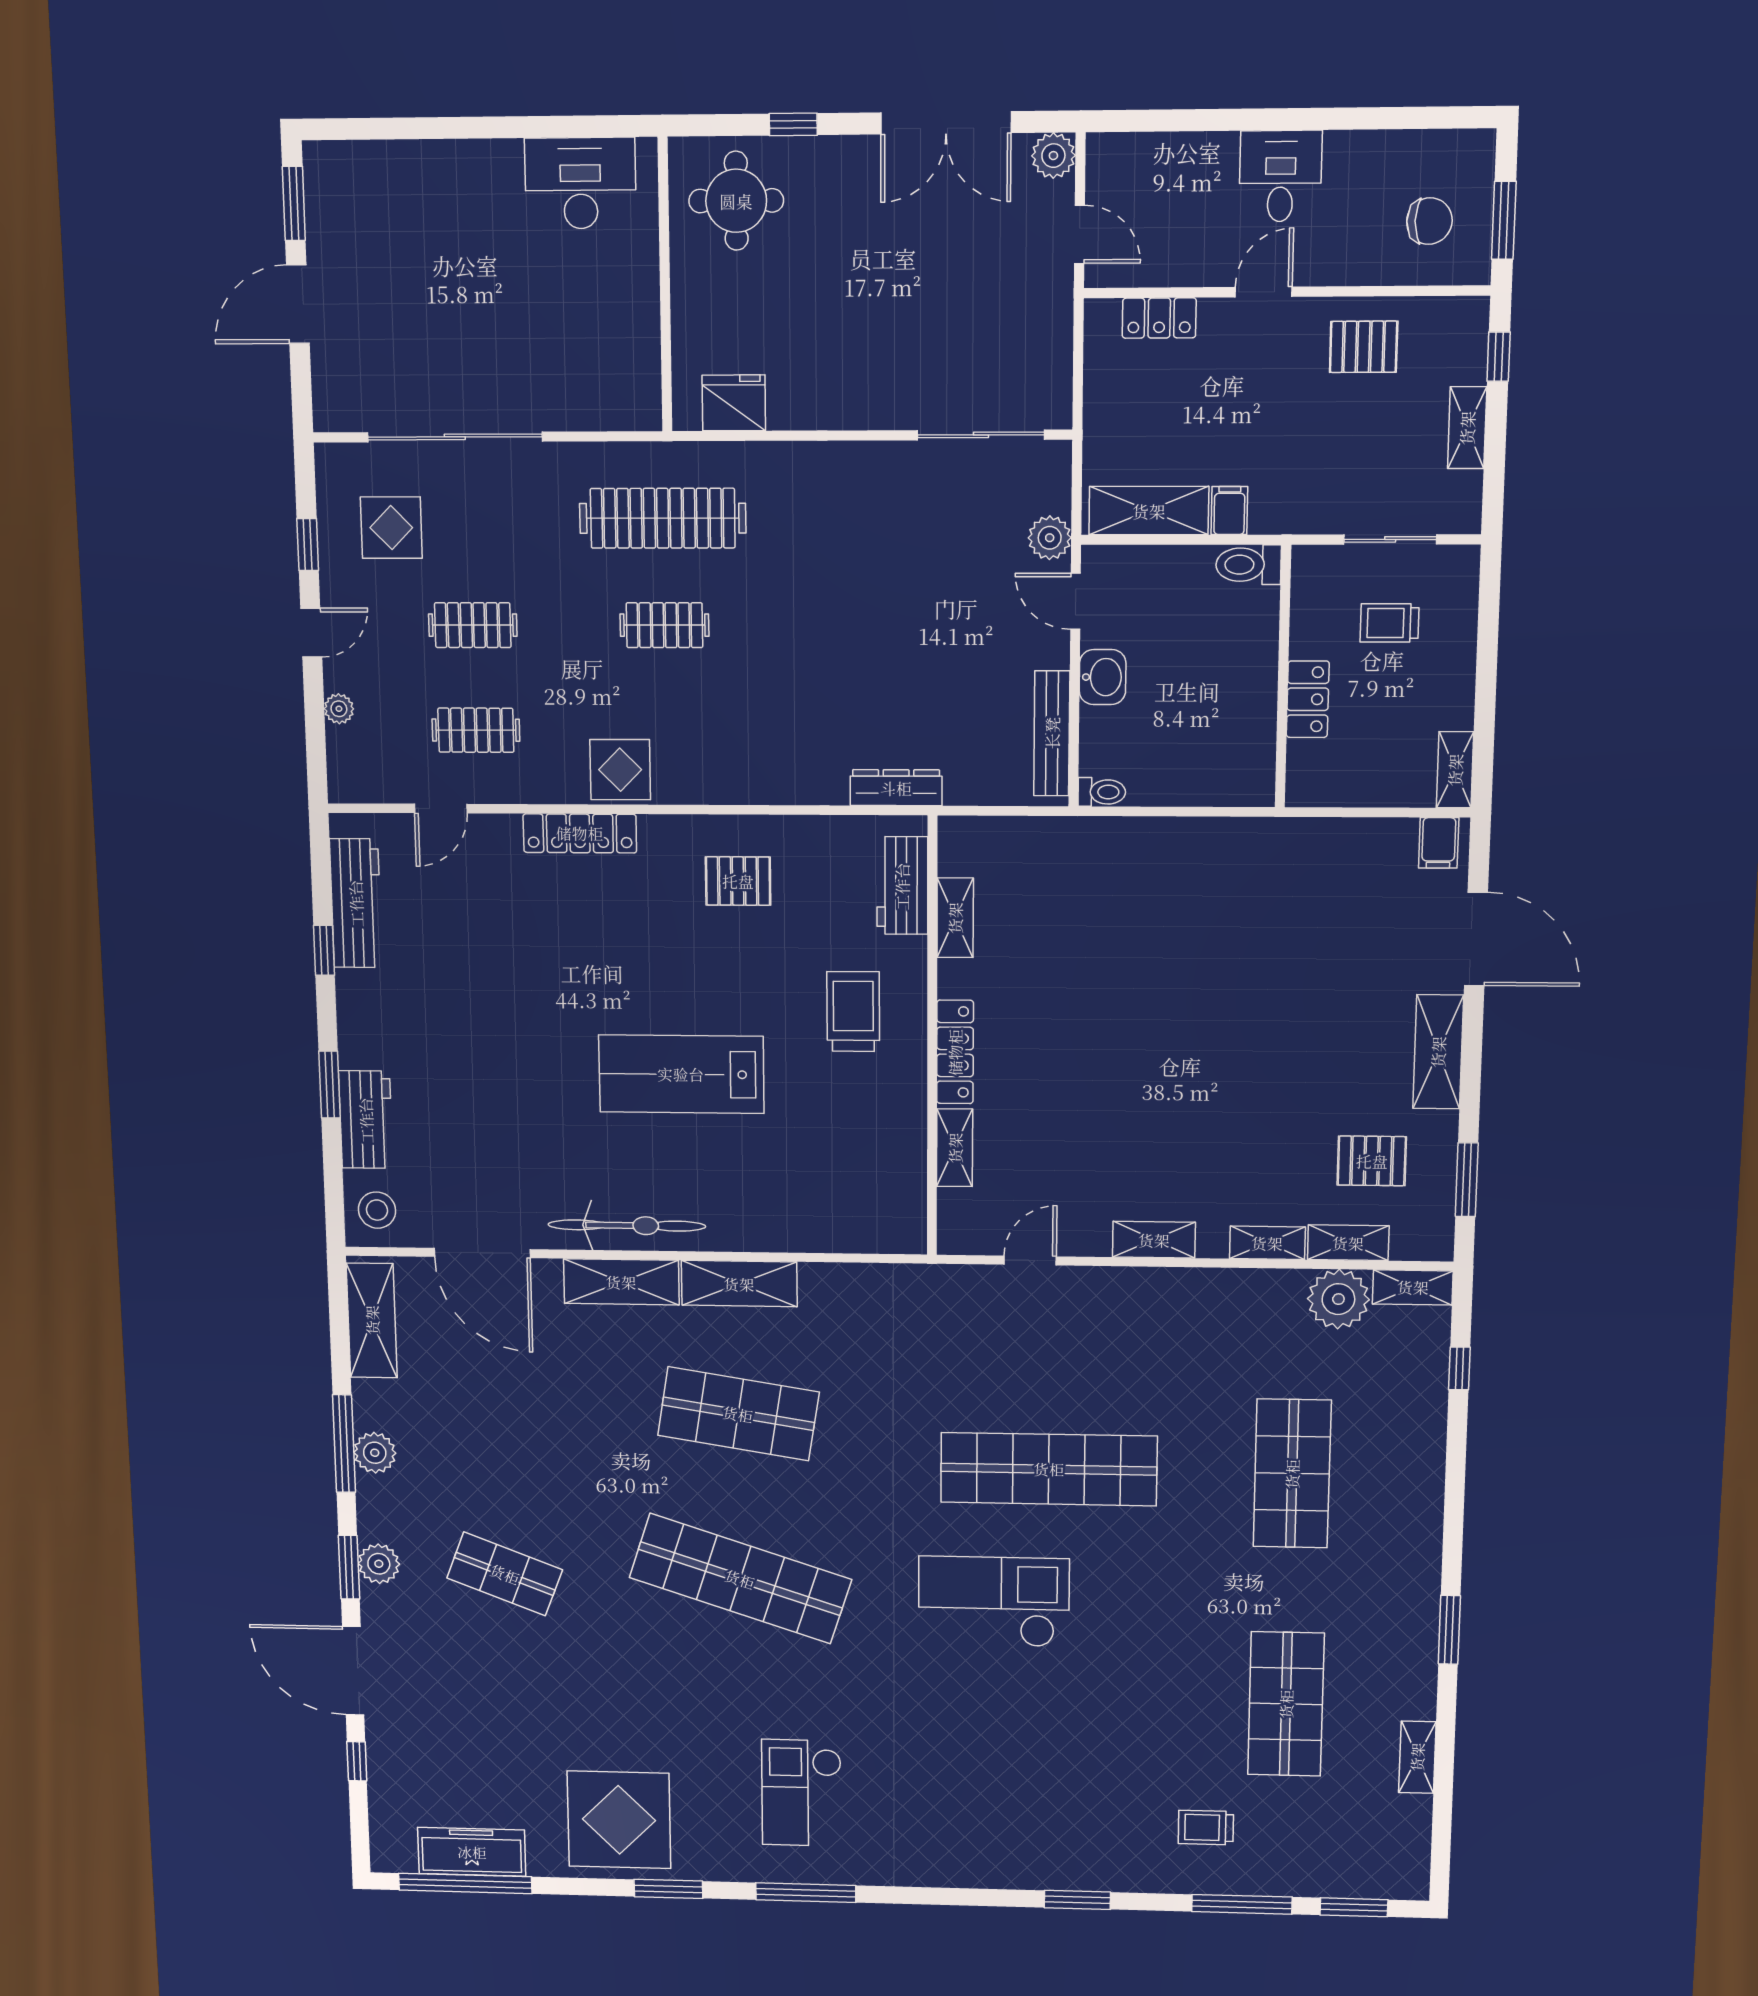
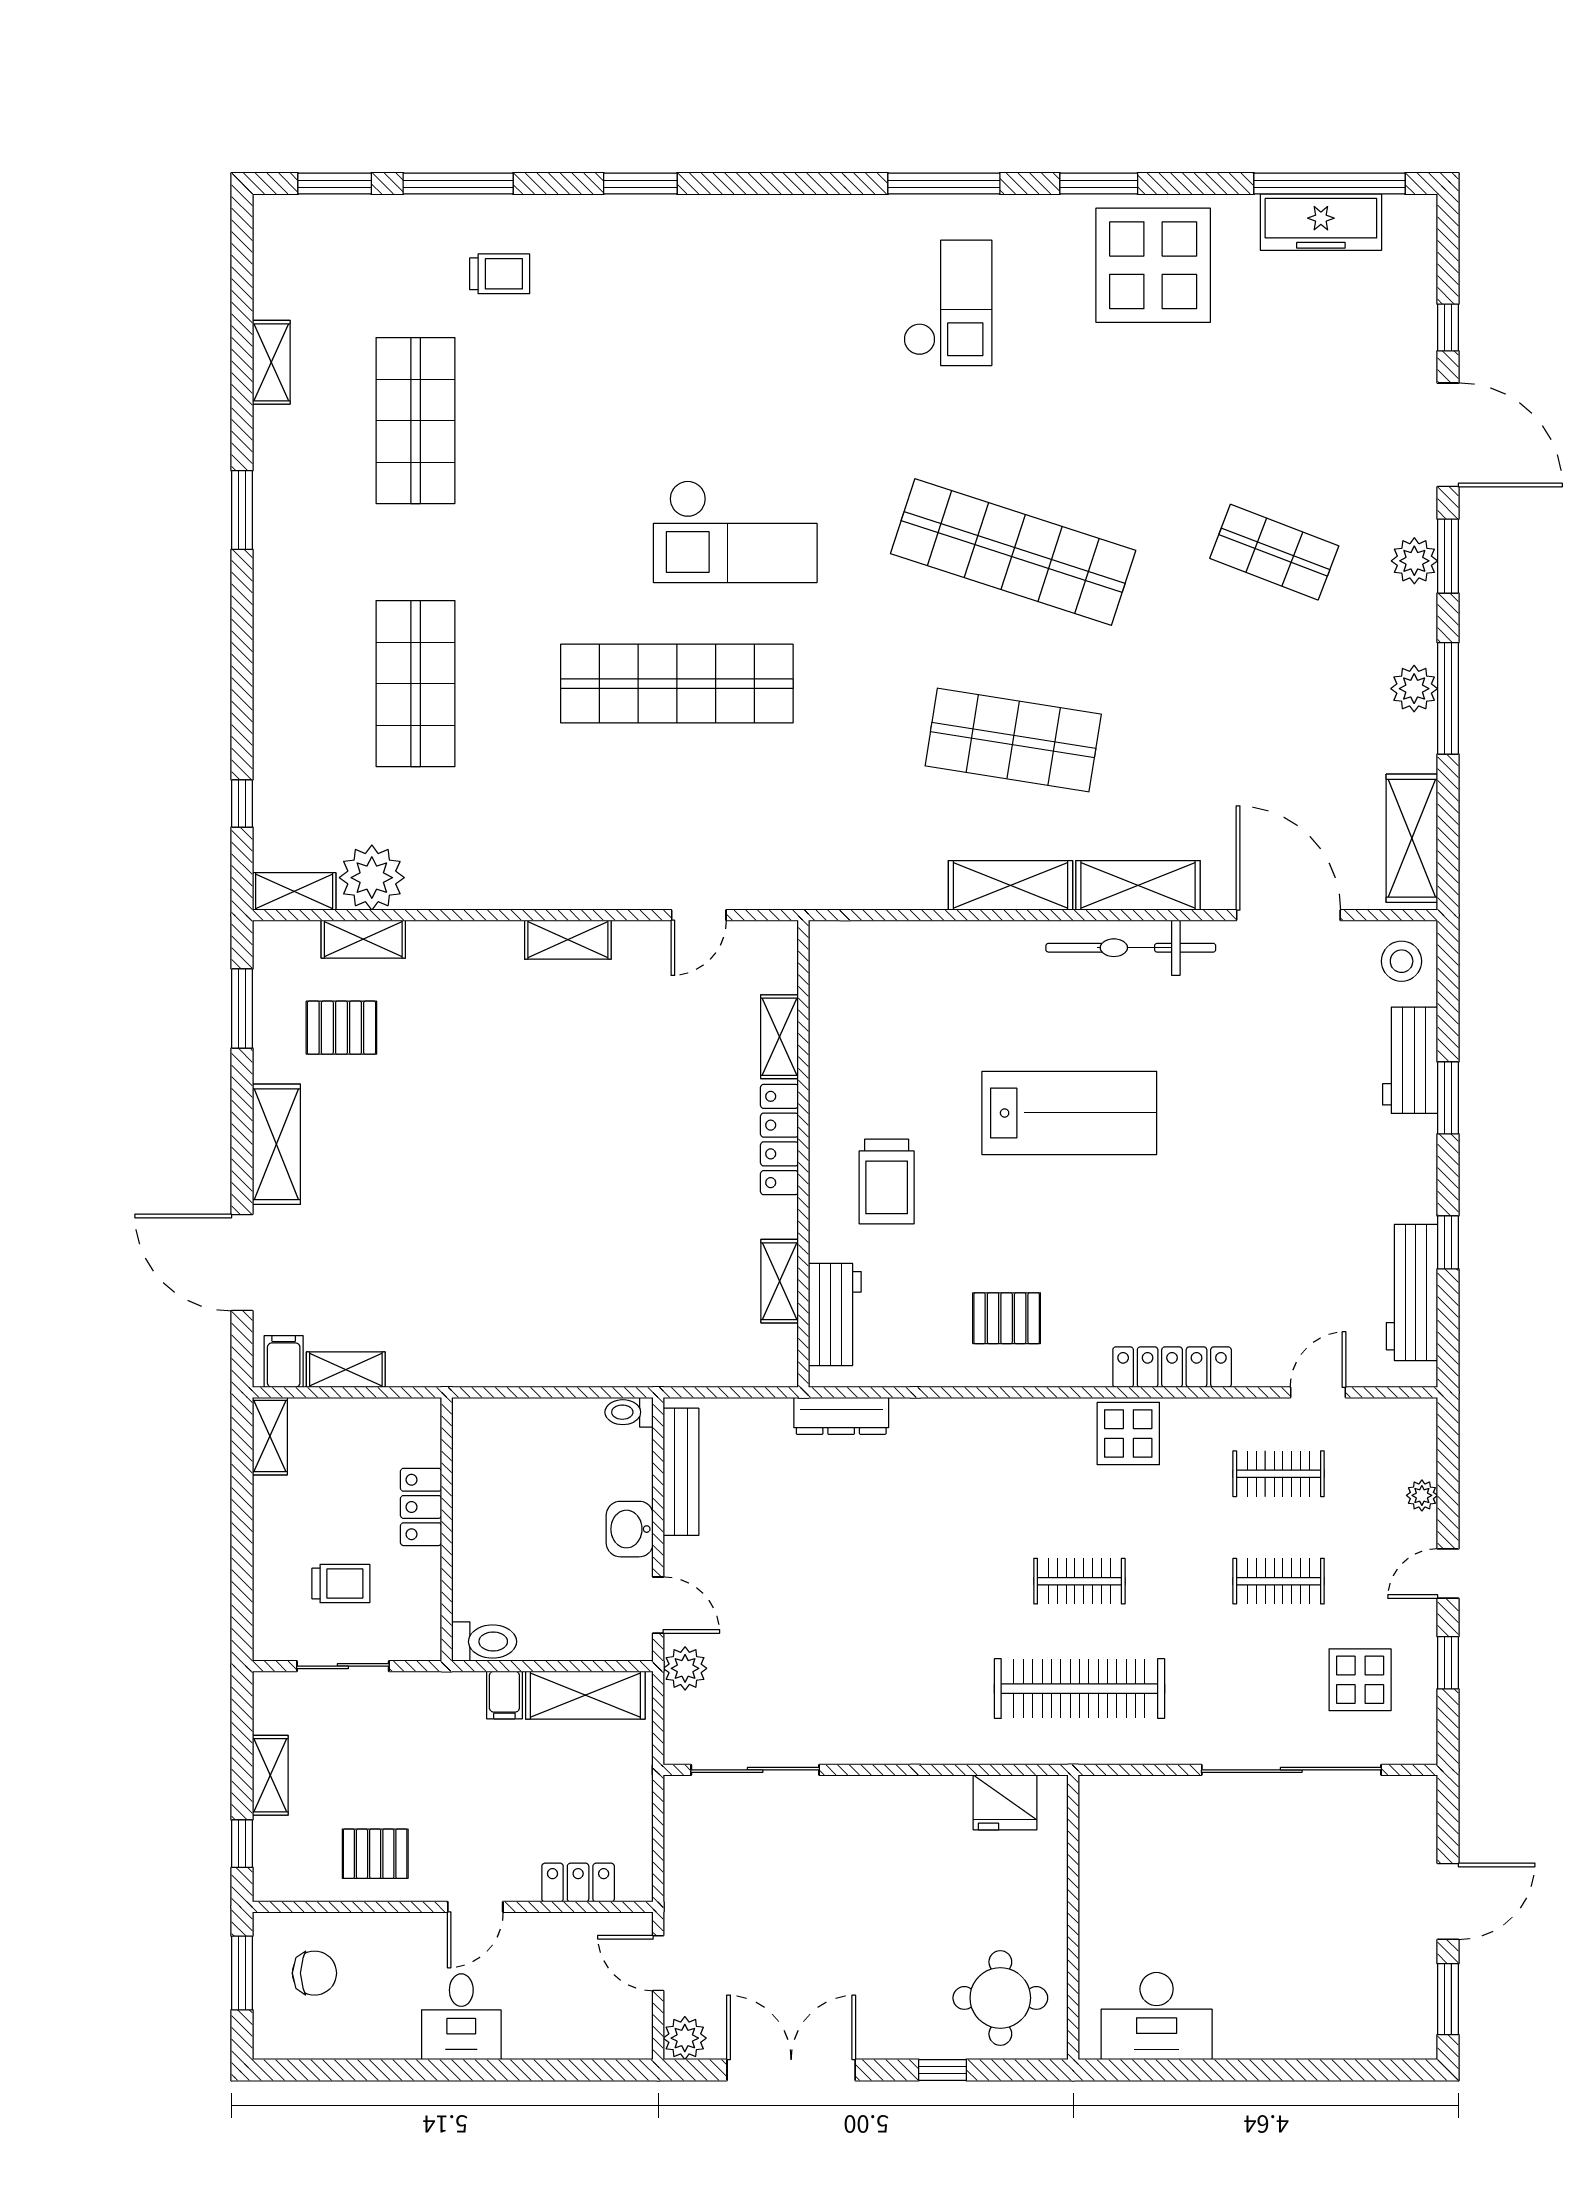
chair: (1429, 221) -> (314, 1973), turned 180
shelving: (1267, 1243) -> (346, 1370), moved

